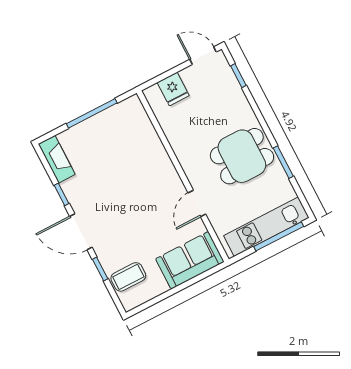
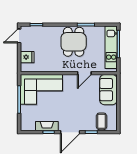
corner sofa: (130, 143) -> (41, 89), added
fireplace: (57, 159) -> (47, 126), moved
door: (197, 203) -> (84, 73), hinge flipped

